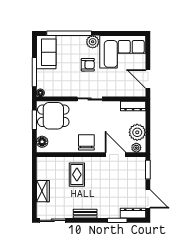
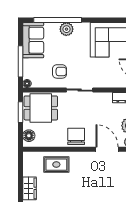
plant: (93, 42) -> (66, 29), moved
armchair: (88, 65) -> (59, 71), moved
rug: (77, 175) -> (56, 165), moved, turned 90

